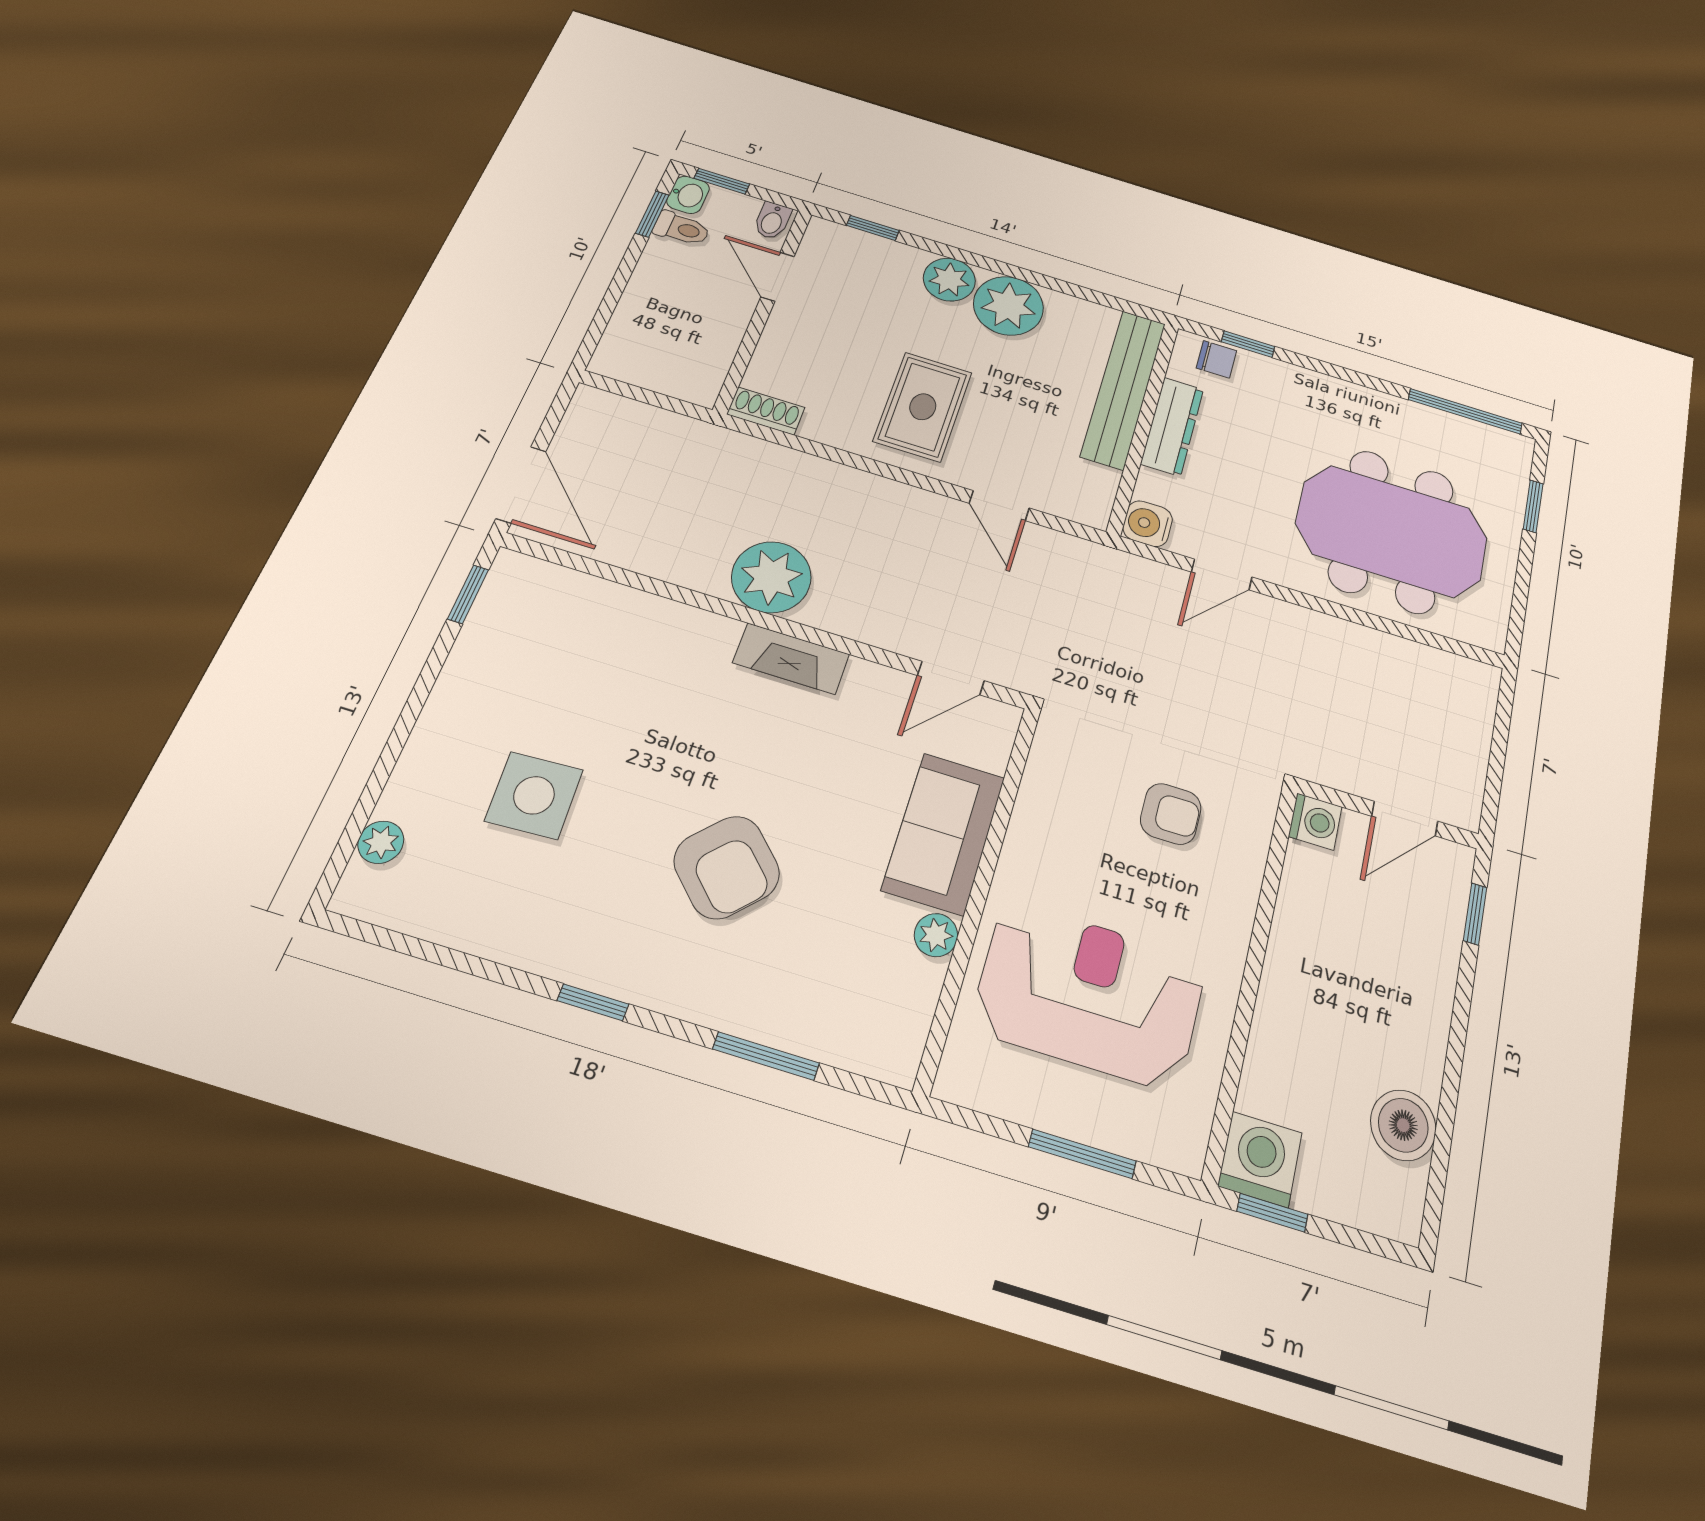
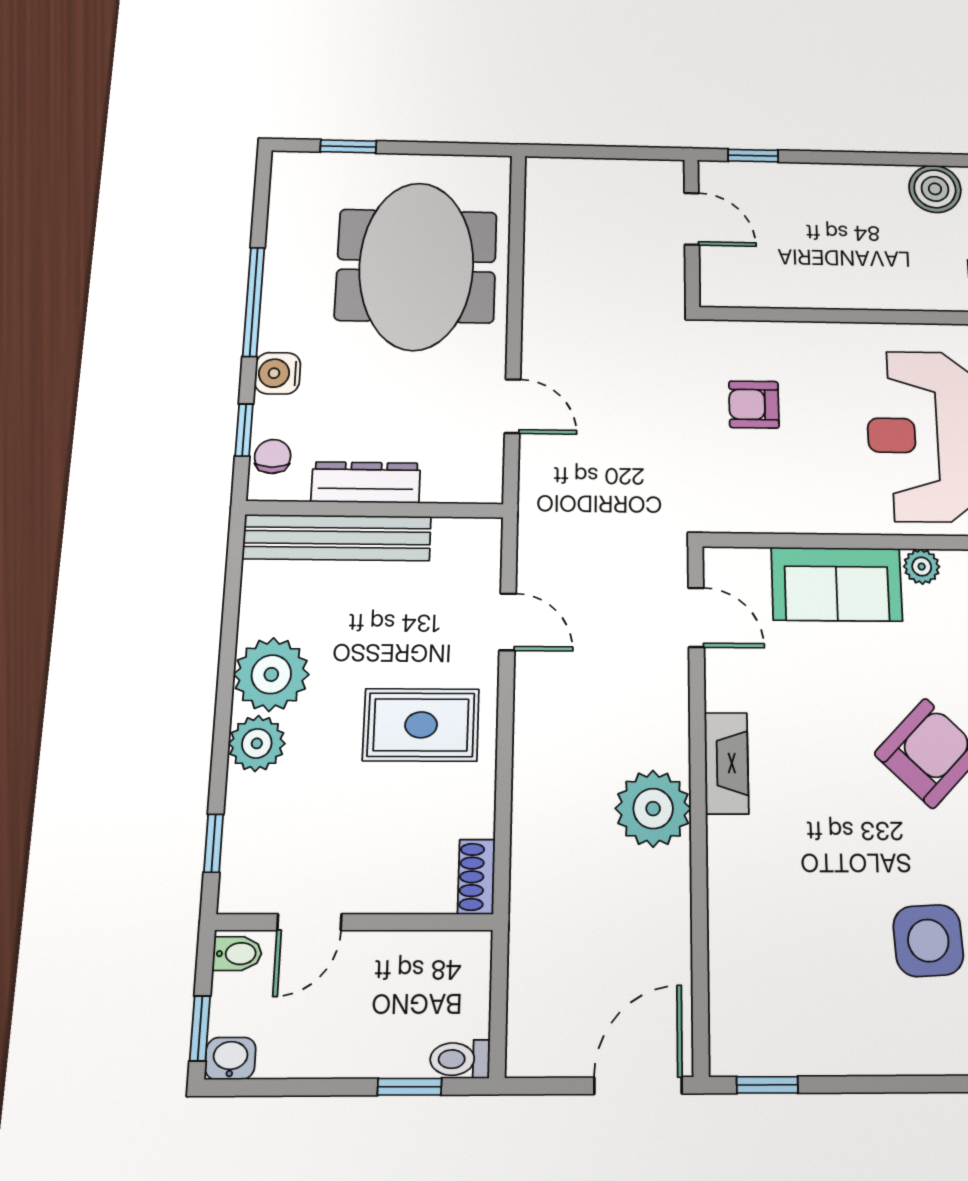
window: (652, 214) -> (410, 1087), moved
toilet: (682, 229) -> (460, 1059), moved, turned -90
window: (1465, 411) -> (254, 302), moved
door: (999, 506) -> (508, 622), hinge flipped
water cooler: (1148, 524) -> (278, 373), moved, turned 90
armchair: (1171, 814) -> (754, 405), turned -90
washing machine: (1315, 822) -> (719, 289), removed

